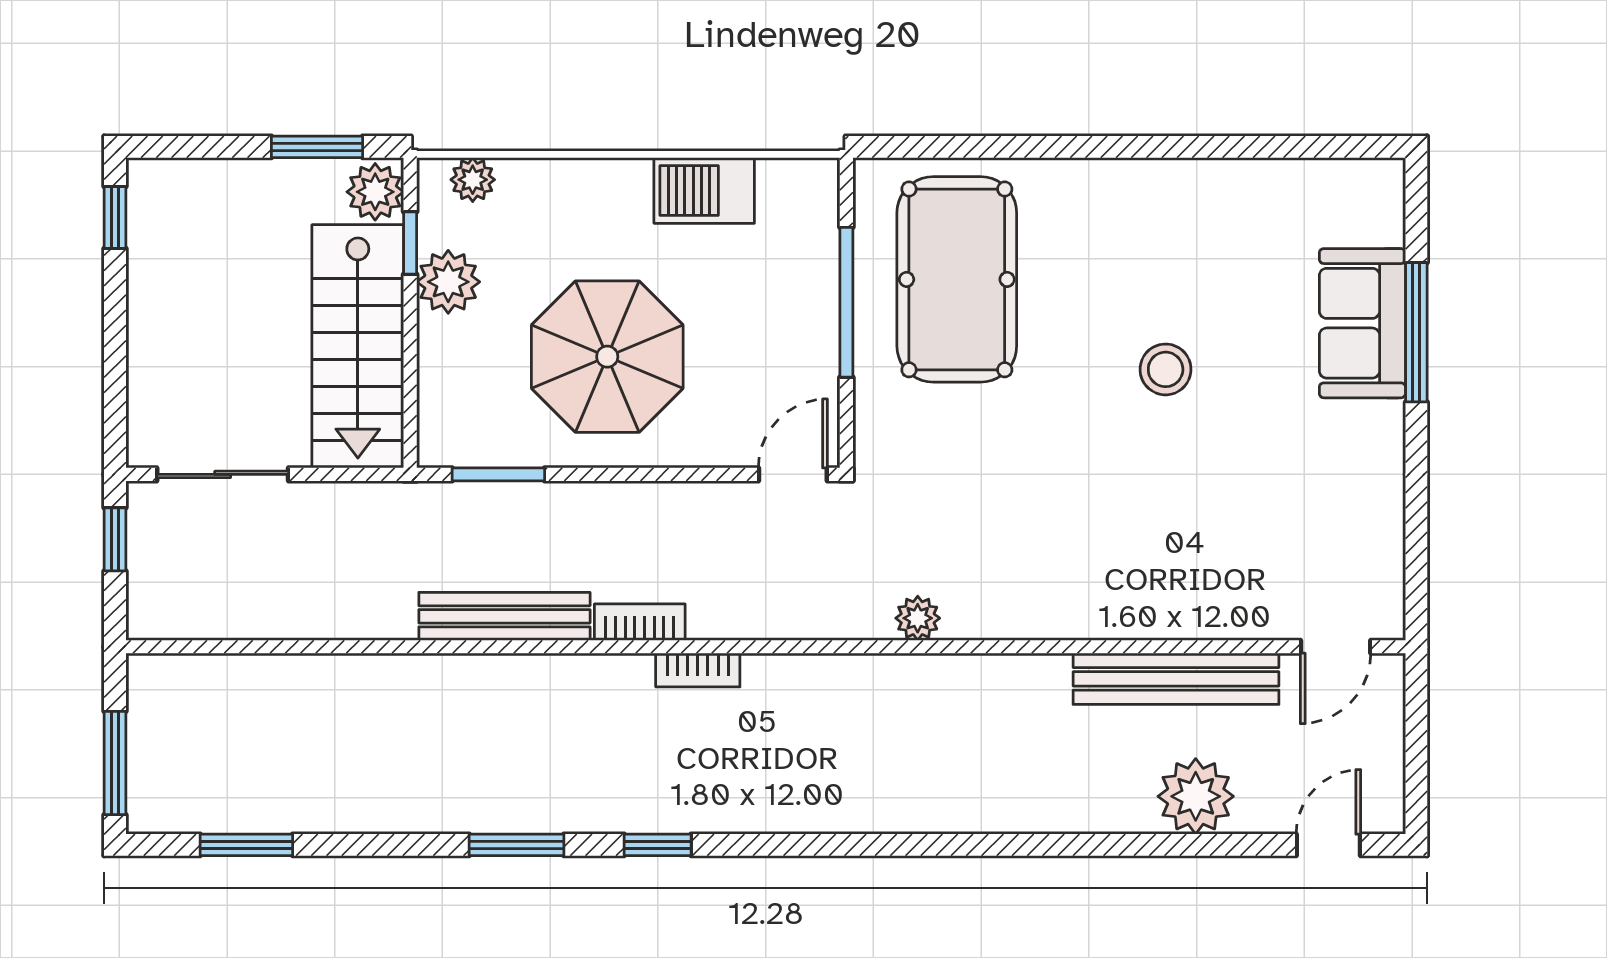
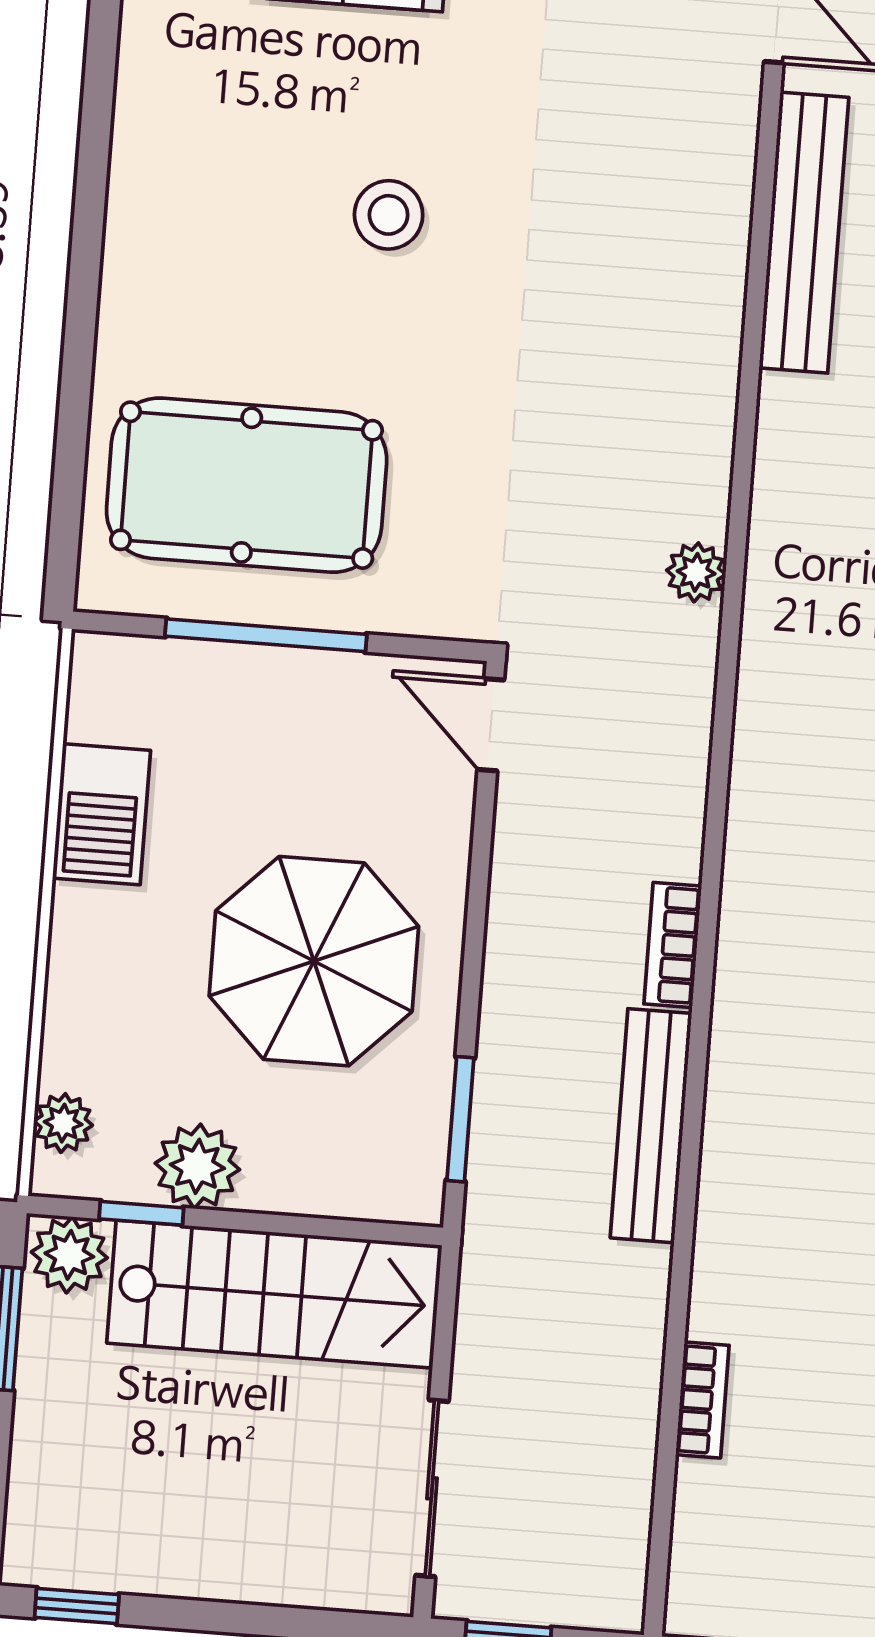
bookcase: (698, 670) -> (702, 1400), moved

